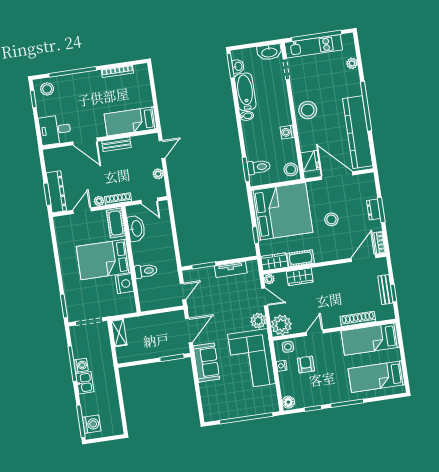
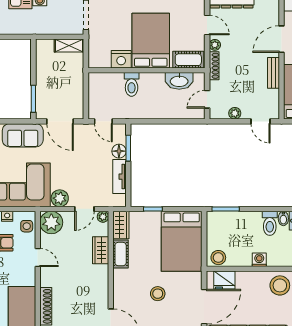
toilet: (259, 167) -> (270, 223), moved
bed: (282, 211) -> (182, 241), width x0.73
floor lamp: (208, 273) -> (119, 151), added

